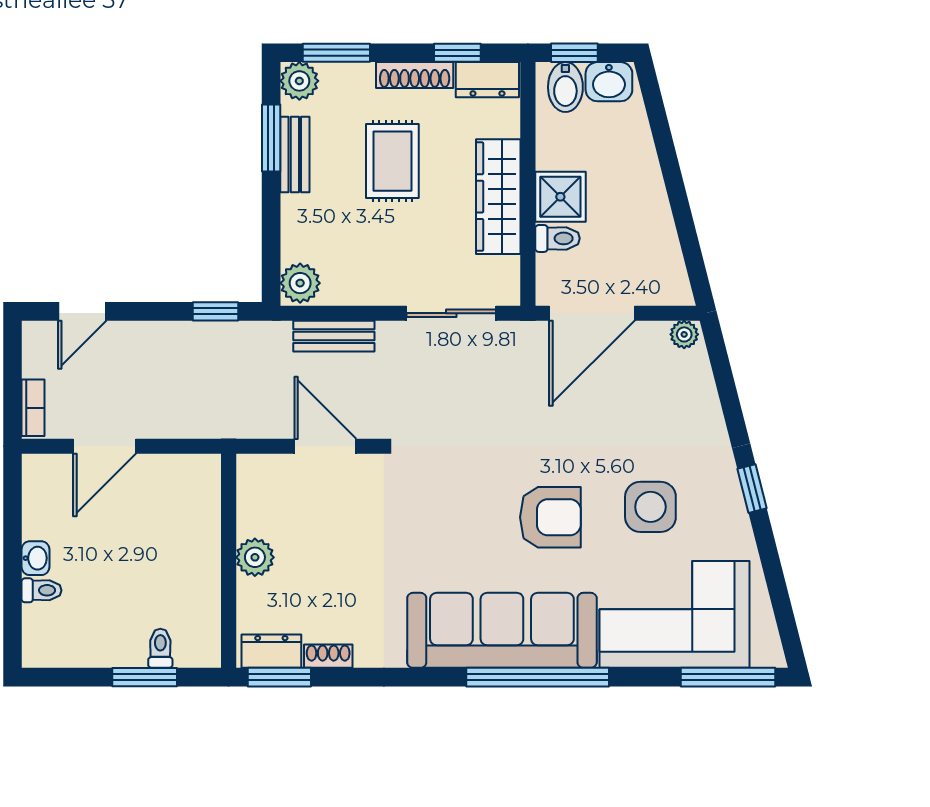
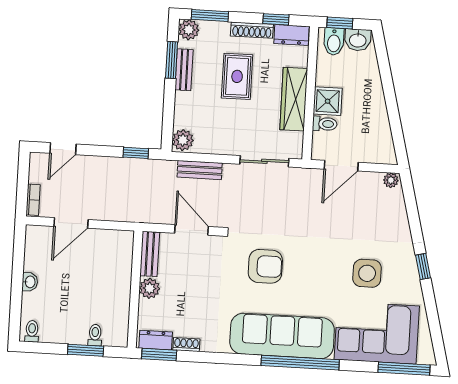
door: (592, 313) -> (341, 166), width x0.73
bench: (252, 494) -> (150, 254), added
armchair: (550, 517) -> (265, 266), moved
toilet: (42, 590) -> (32, 331), moved, turned -90

